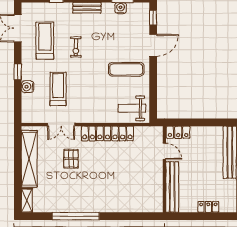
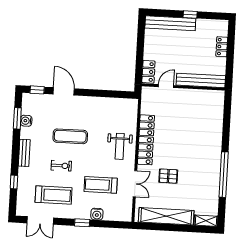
treadmill: (45, 41) -> (54, 195), turned 180
exercise mat: (126, 69) -> (70, 136), moved, turned 90
weight bench: (132, 108) -> (120, 146), moved

